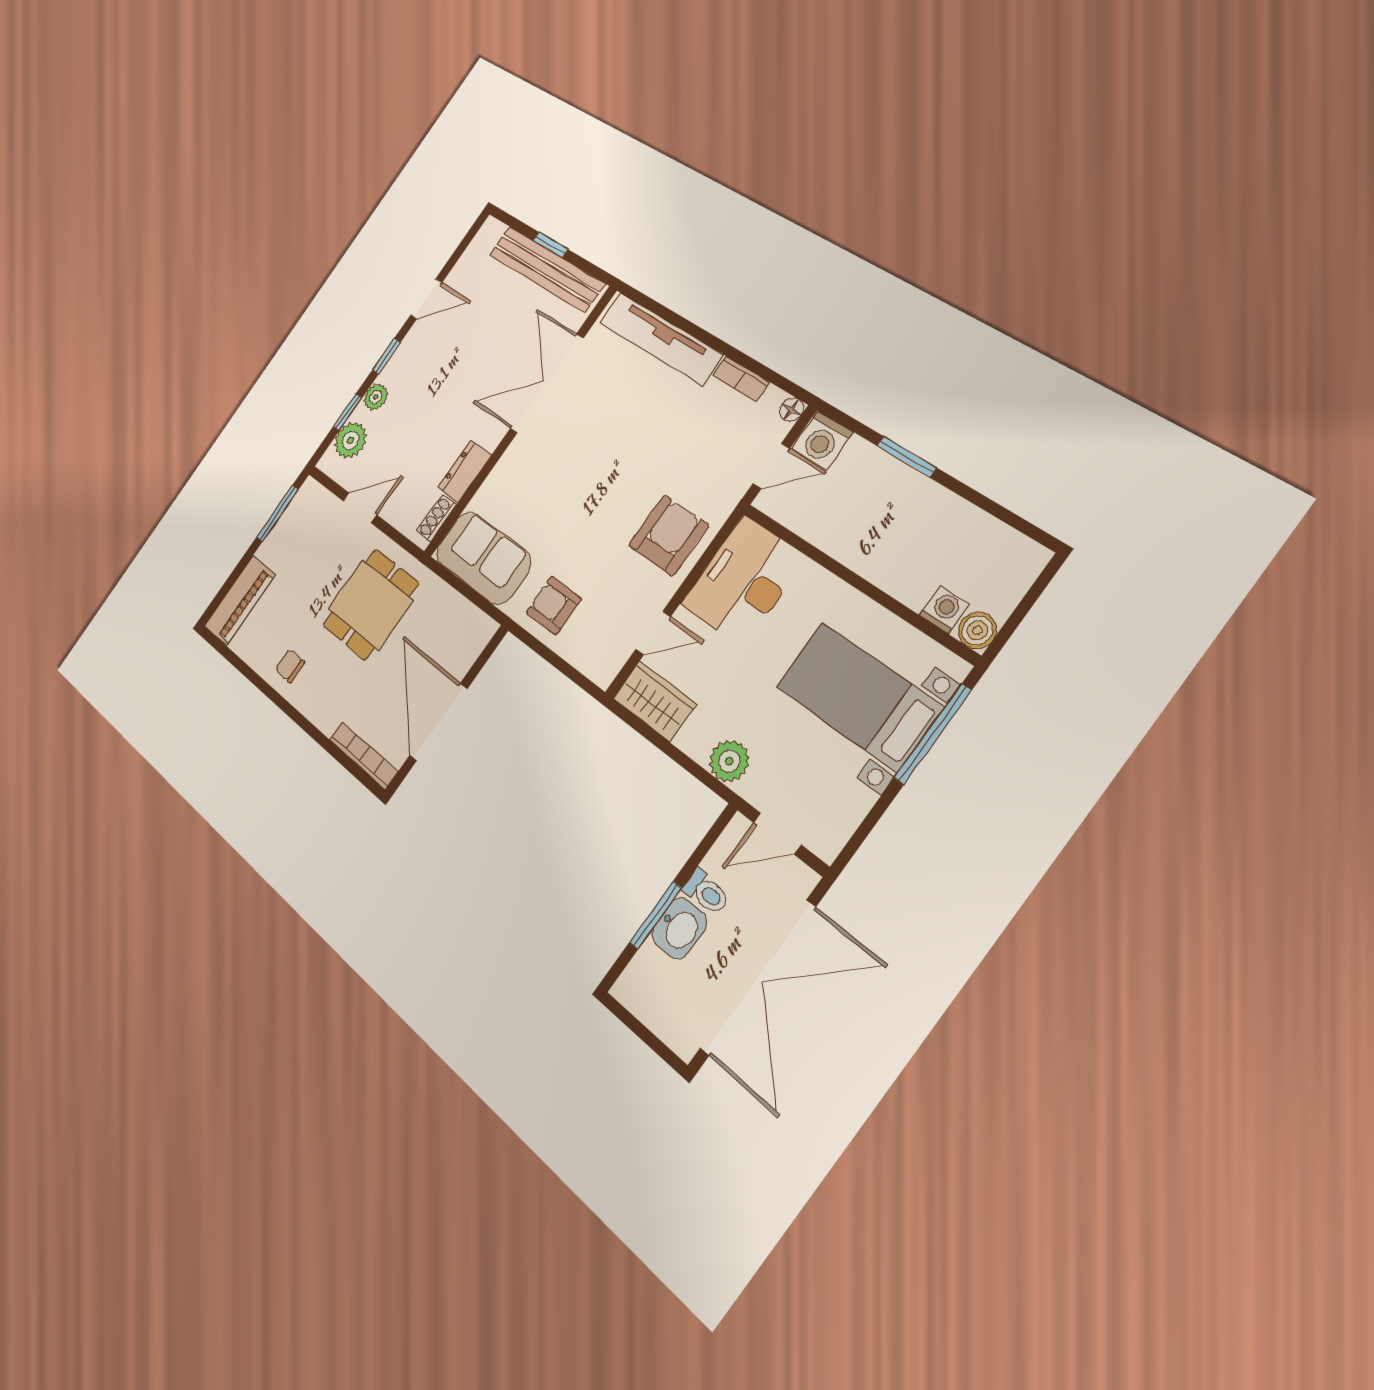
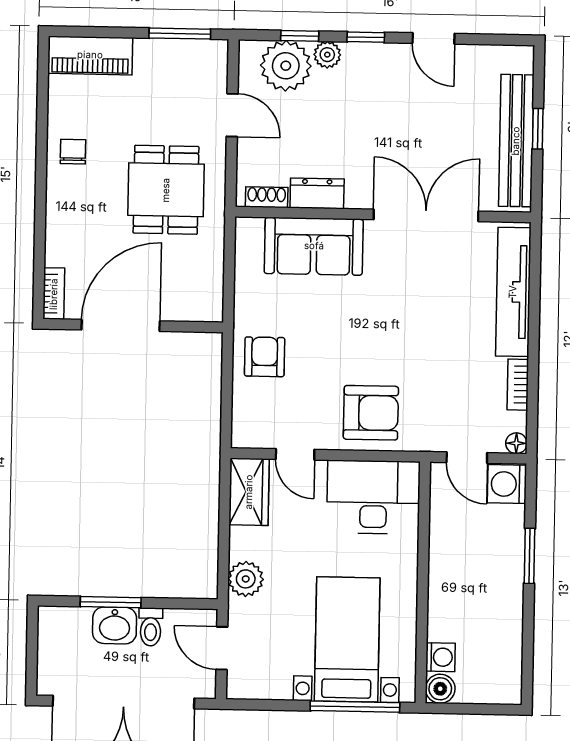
plant: (351, 440) -> (286, 66), width x1.36, depth x1.36
sofa: (483, 558) -> (314, 246), moved, turned 90
dining table: (371, 604) -> (166, 190), turned 90
bookcase: (364, 756) -> (54, 294), width x0.64

